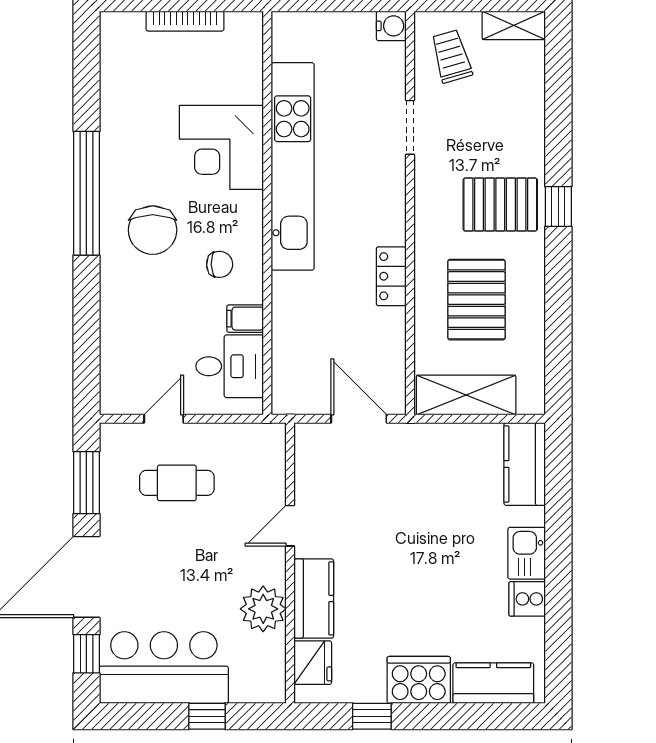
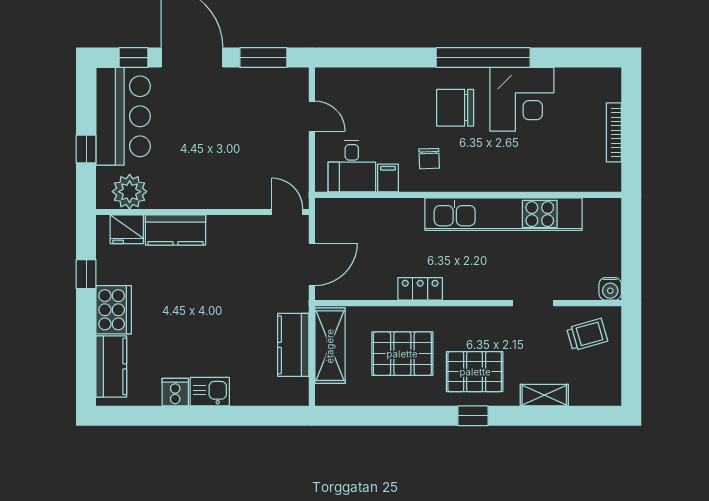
shelving: (514, 25) -> (544, 395), moved, turned 90
corner desk: (221, 147) -> (522, 99), moved, turned 180
pallet: (500, 204) -> (475, 372), turned 90
kitchen counter: (525, 464) -> (293, 345), moved, turned -90
cafe table: (177, 483) -> (263, 126), removed
door: (290, 526) -> (287, 212), moved
plant: (263, 609) -> (130, 192), moved

